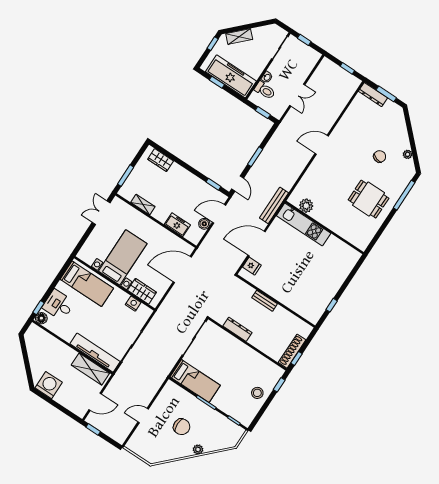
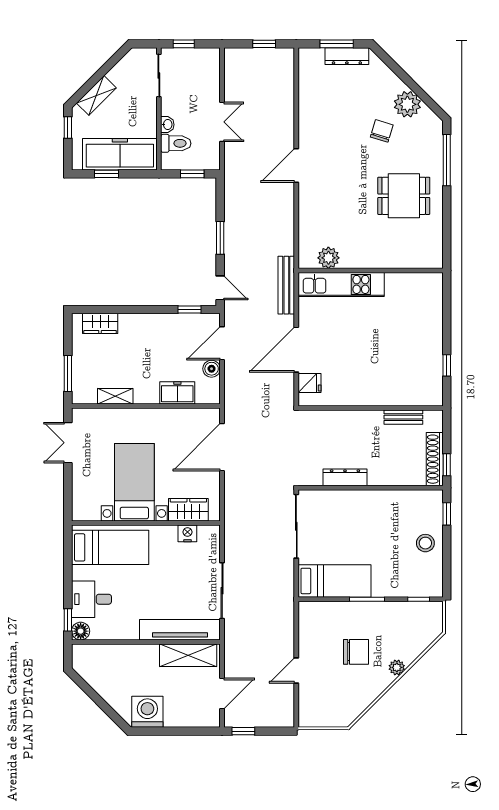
dresser: (373, 95) -> (347, 56), moved
plant: (408, 154) -> (407, 104), width x1.88, depth x1.88
bench: (265, 301) -> (403, 417), moved

